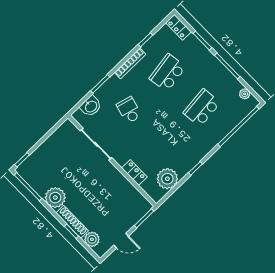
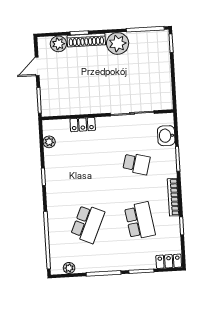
school desk: (202, 108) -> (88, 224), turned 30
plant: (167, 179) -> (49, 142), width x0.53, depth x0.53

